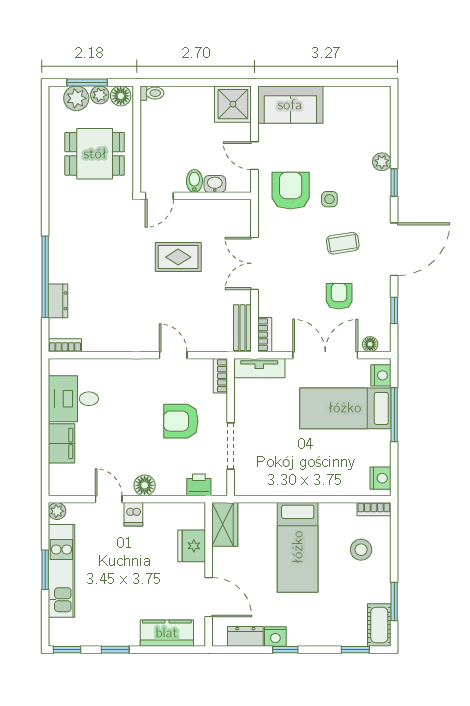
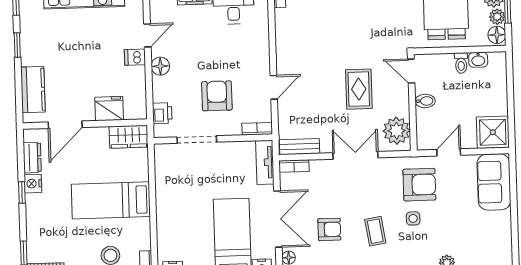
toilet: (152, 93) -> (461, 63), moved
washbasin: (215, 184) -> (478, 60), moved, turned 90
plant: (228, 215) -> (397, 131), added

